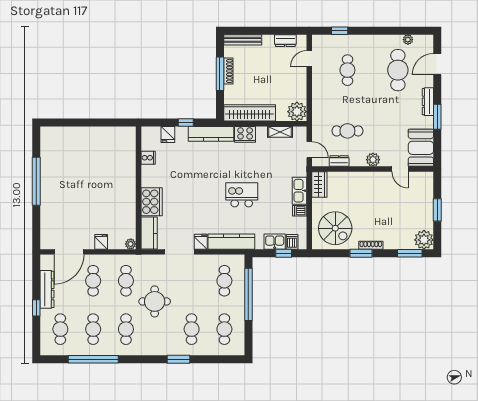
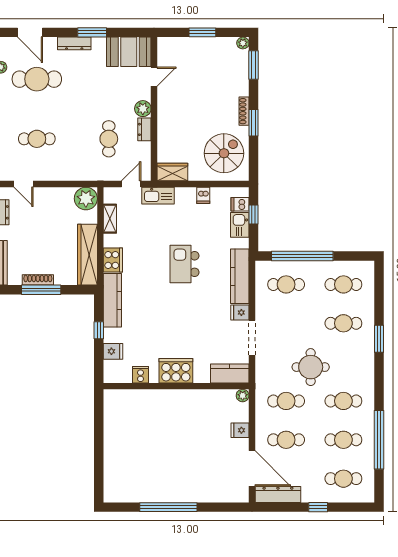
dresser: (339, 161) -> (144, 129), moved
kitchen sink: (299, 191) -> (158, 196), moved
cooker: (152, 202) -> (176, 371), moved
plant: (424, 240) -> (243, 43), width x0.53, depth x0.53
dresser: (47, 289) -> (278, 494), moved

